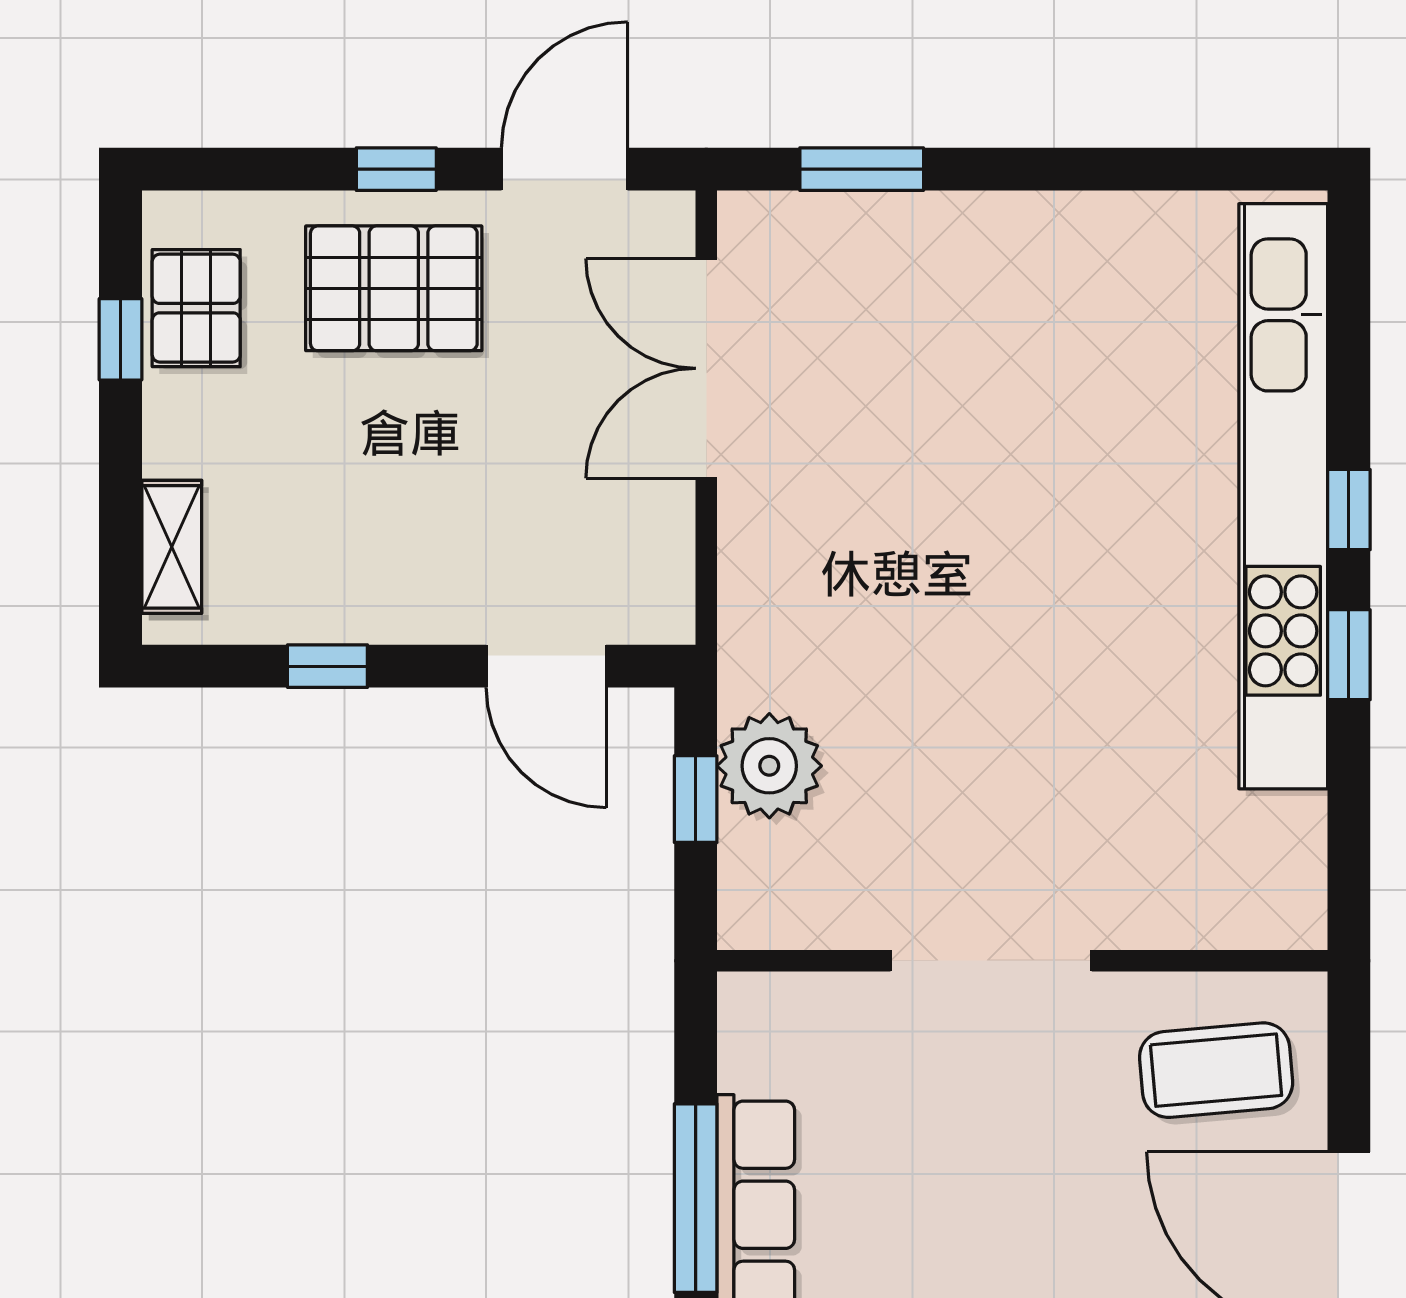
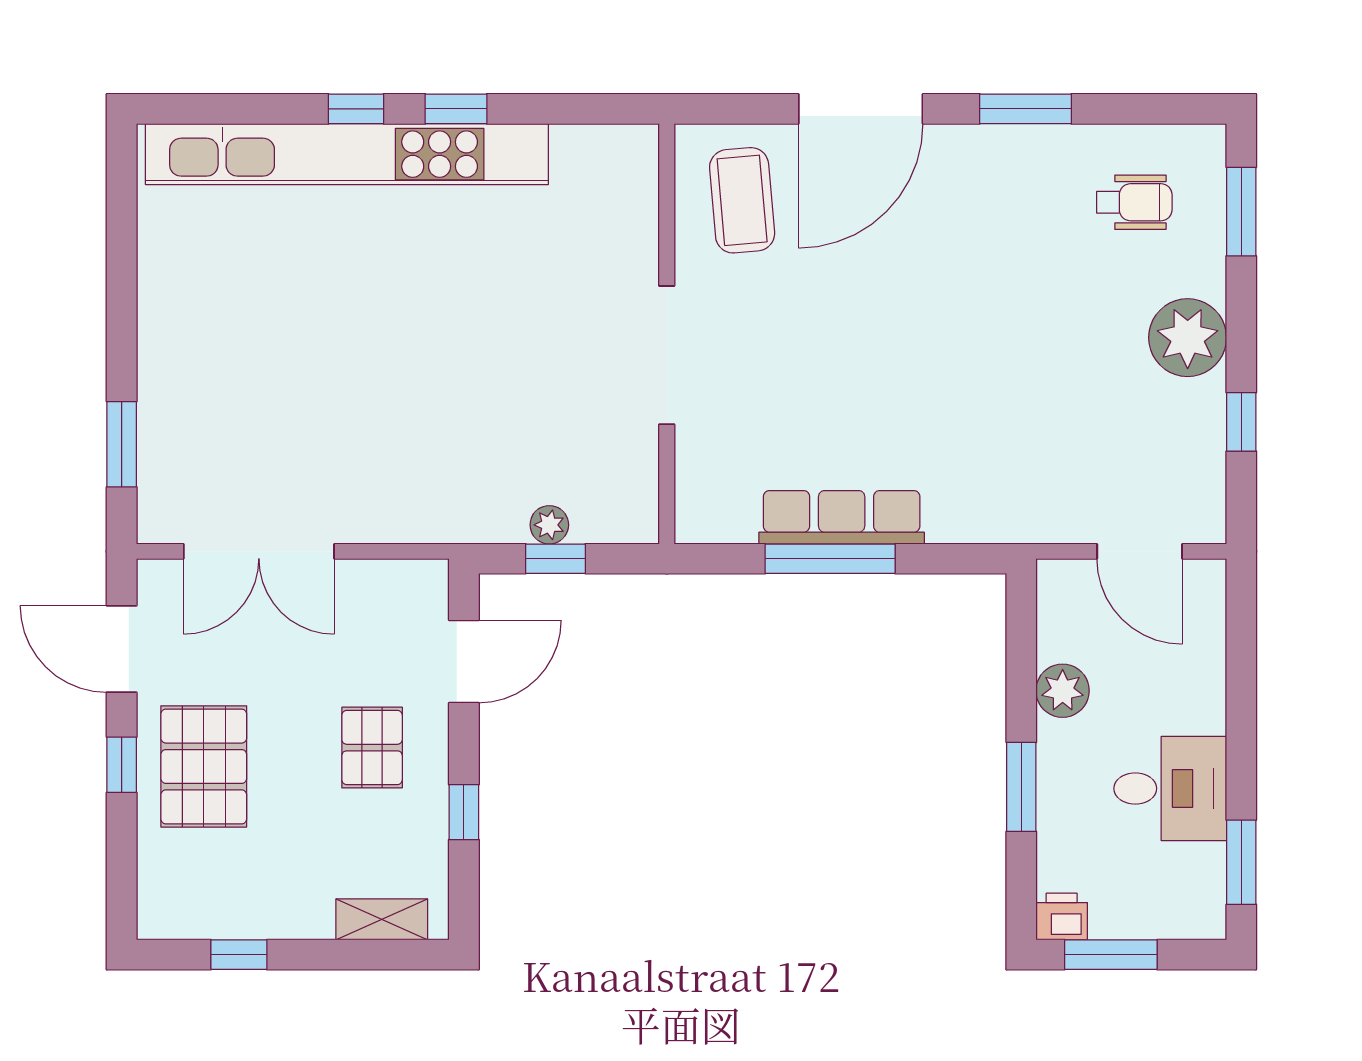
pallet: (196, 308) -> (372, 748), moved, turned 90
plant: (769, 766) -> (549, 525), width x0.53, depth x0.53

